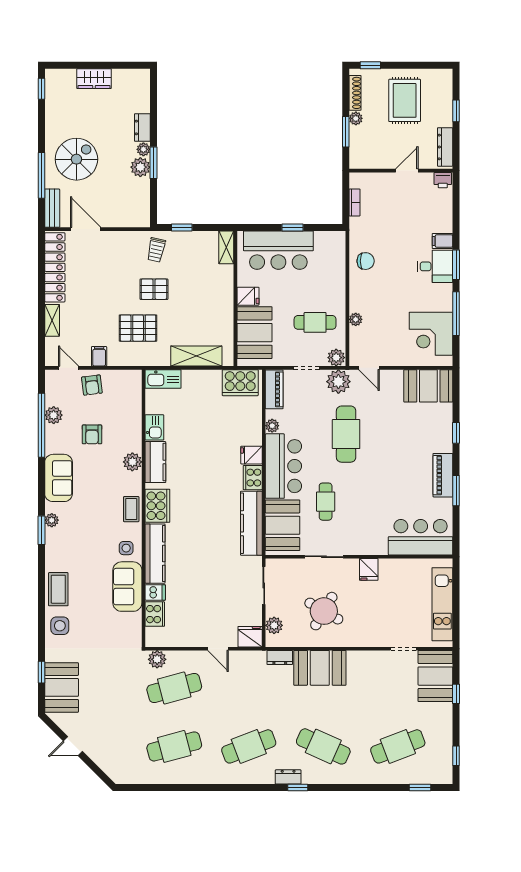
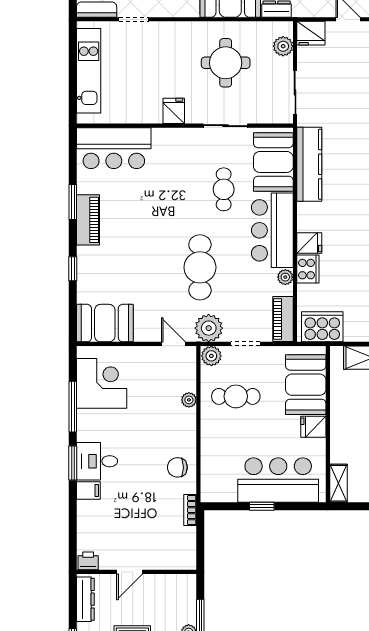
bookcase: (354, 202) -> (190, 510), moved
cooker: (253, 478) -> (308, 269), moved
round table: (324, 611) -> (226, 63), turned -30

